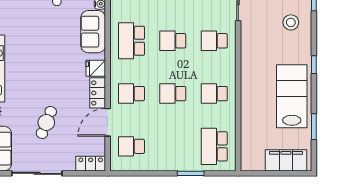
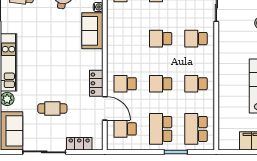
school desk: (131, 41) -> (161, 129), moved
fridge: (96, 68) -> (95, 62), removed
cafe table: (46, 122) -> (52, 109), turned 68
door: (108, 122) -> (105, 108), swing flipped
locker: (91, 164) -> (79, 144), moved

